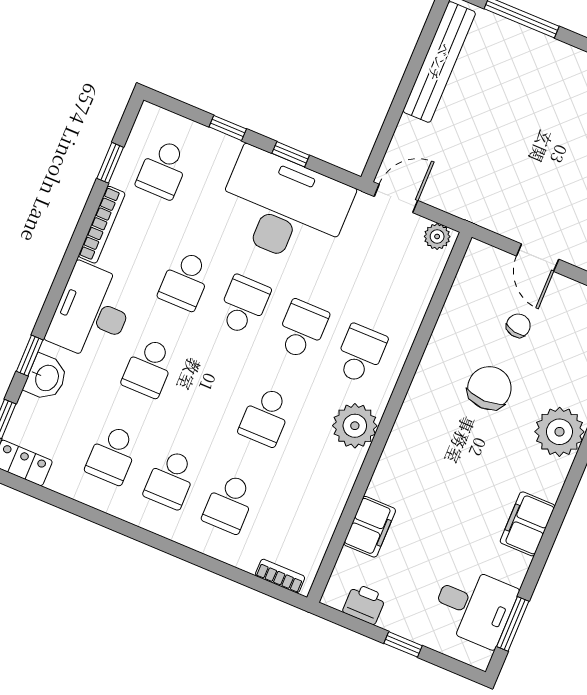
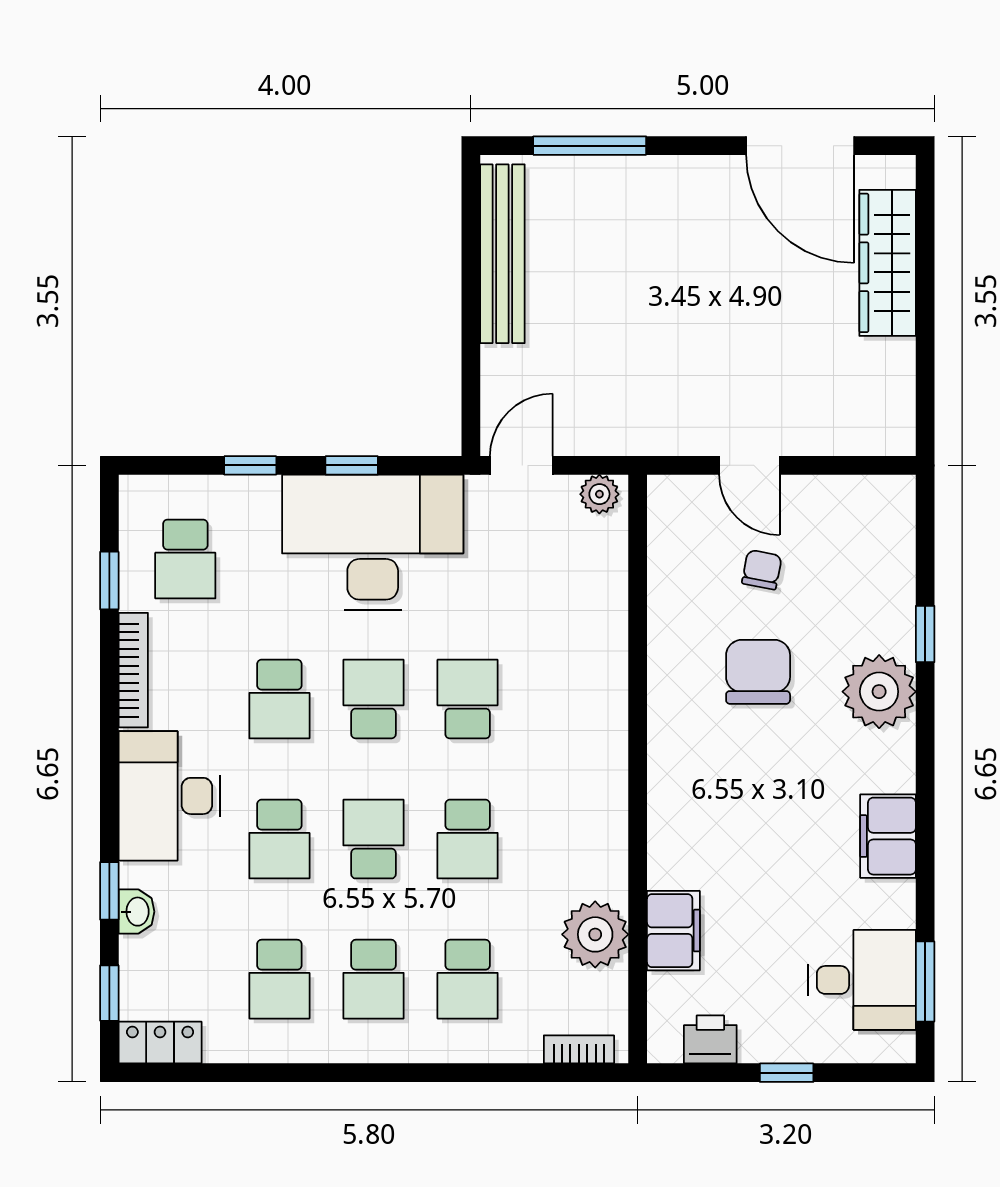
school desk: (360, 354) -> (373, 839), moved
washbasin: (46, 378) -> (136, 912), width x0.72, depth x0.69
plant: (355, 426) -> (595, 934), moved

